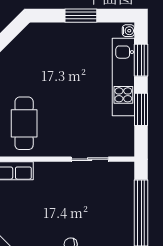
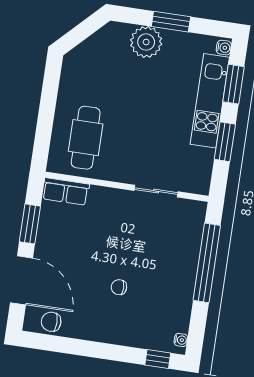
plant: (63, 36) -> (146, 42), added

